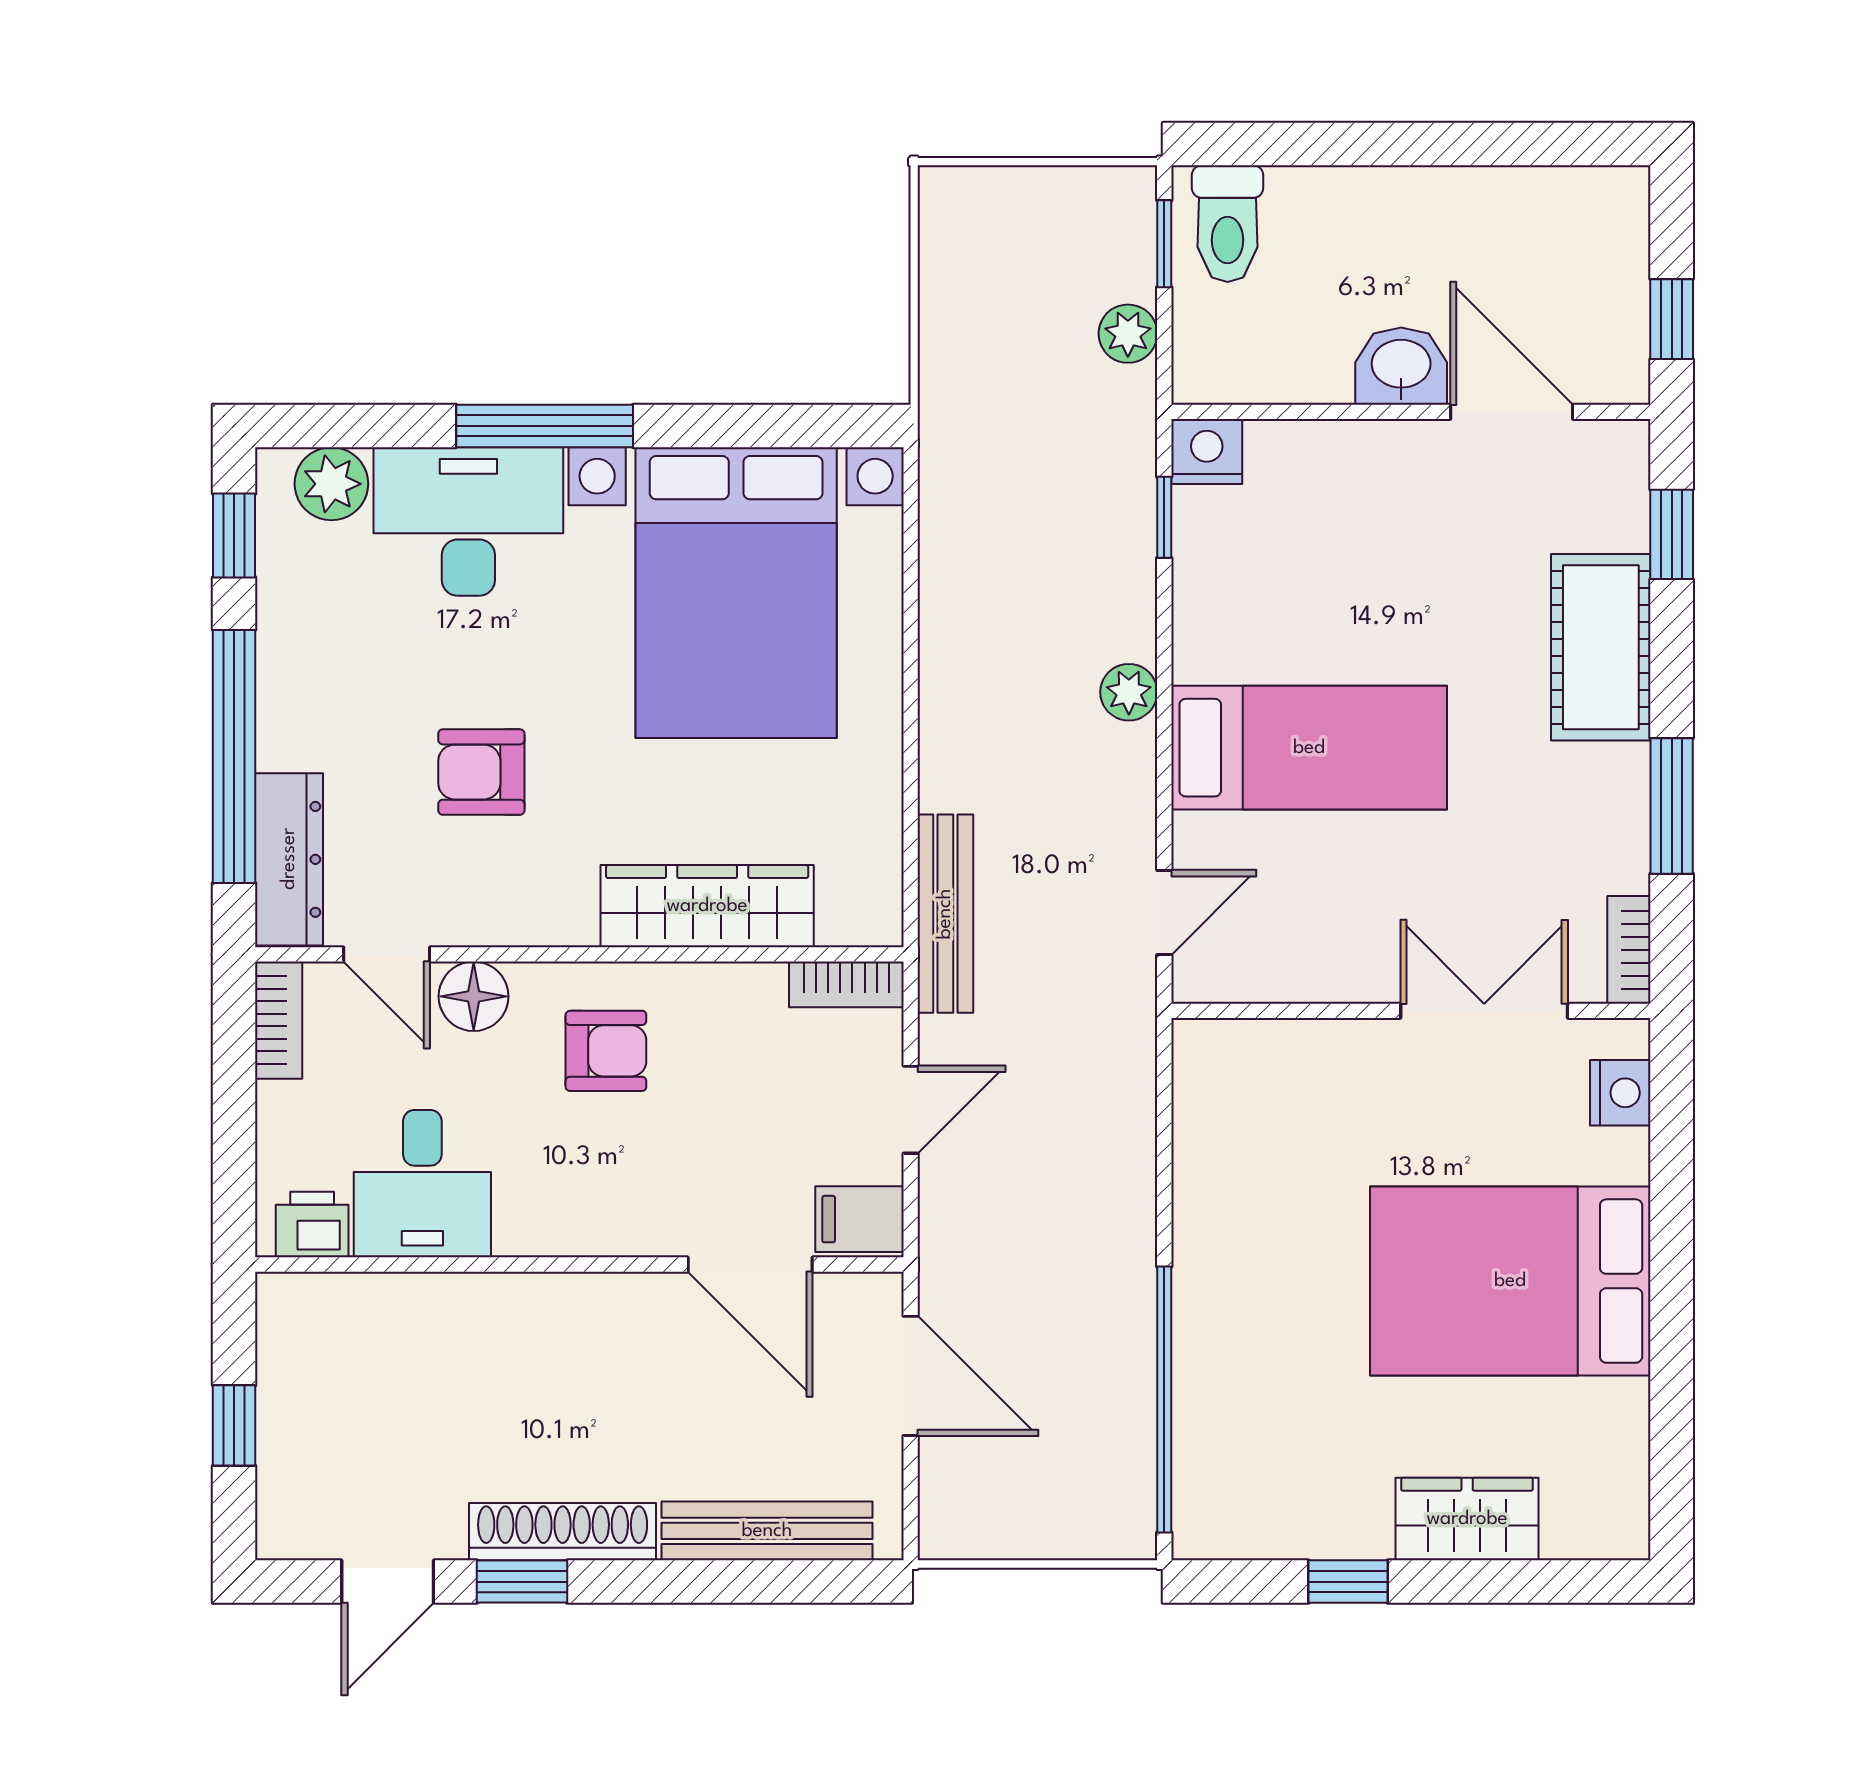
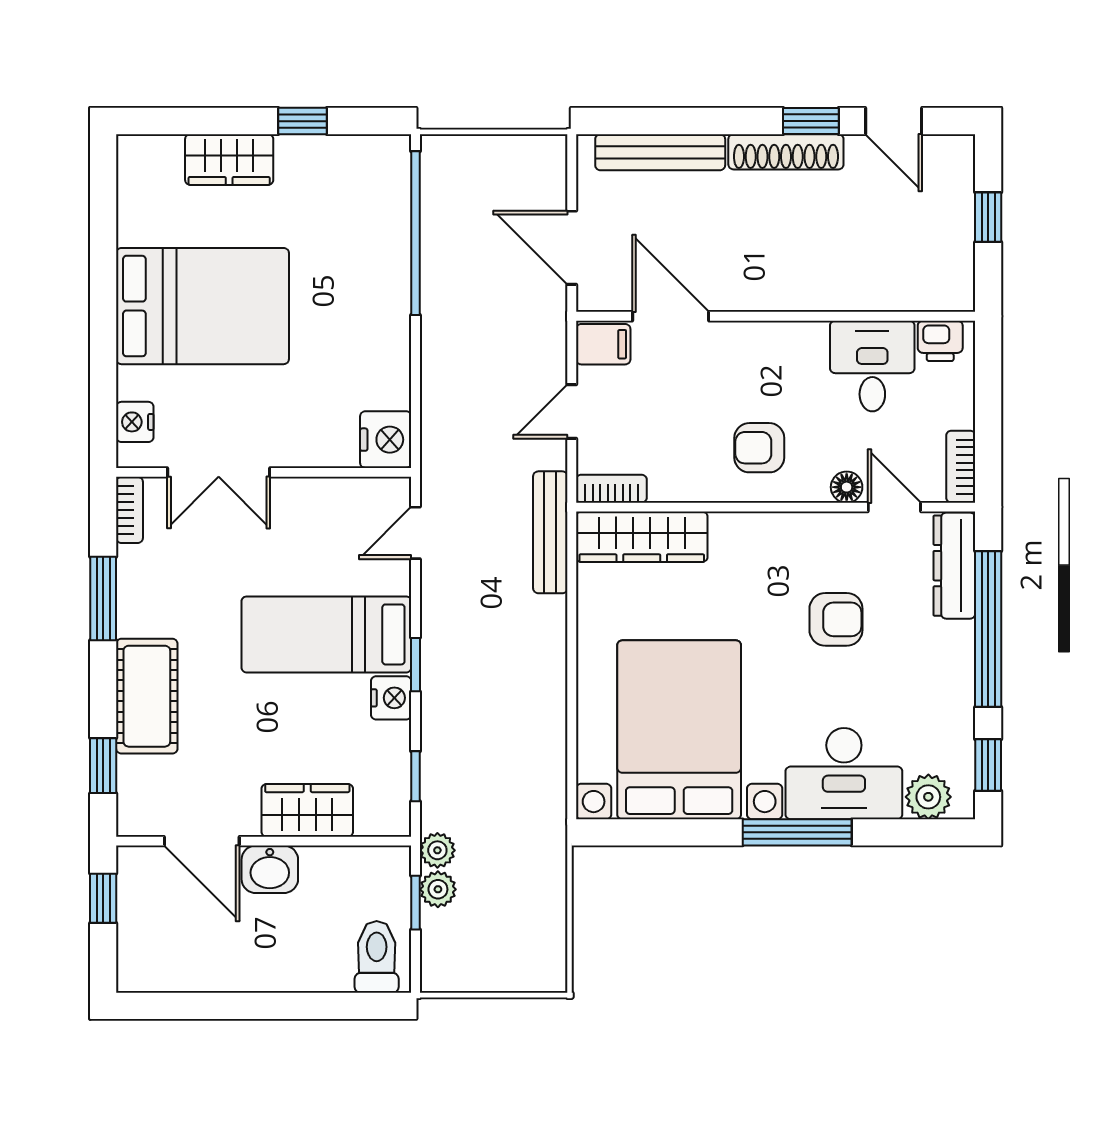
window: (1164, 244) -> (416, 903), moved
nightstand: (1207, 451) -> (391, 698), moved, turned -90
wardrobe: (1340, 462) -> (307, 810), added
plant: (1129, 692) -> (437, 850), moved
window: (1164, 698) -> (416, 665), added
wardrobe: (707, 906) -> (642, 537), moved
floor lamp: (474, 996) -> (847, 487), width x0.73, depth x0.73
nightstand: (1213, 1064) -> (386, 440), added
door: (388, 1582) -> (894, 121), swing flipped

